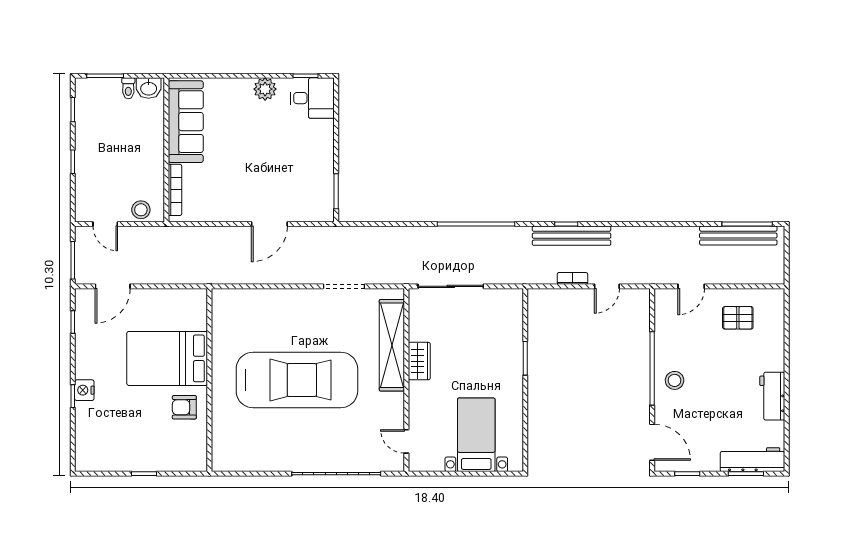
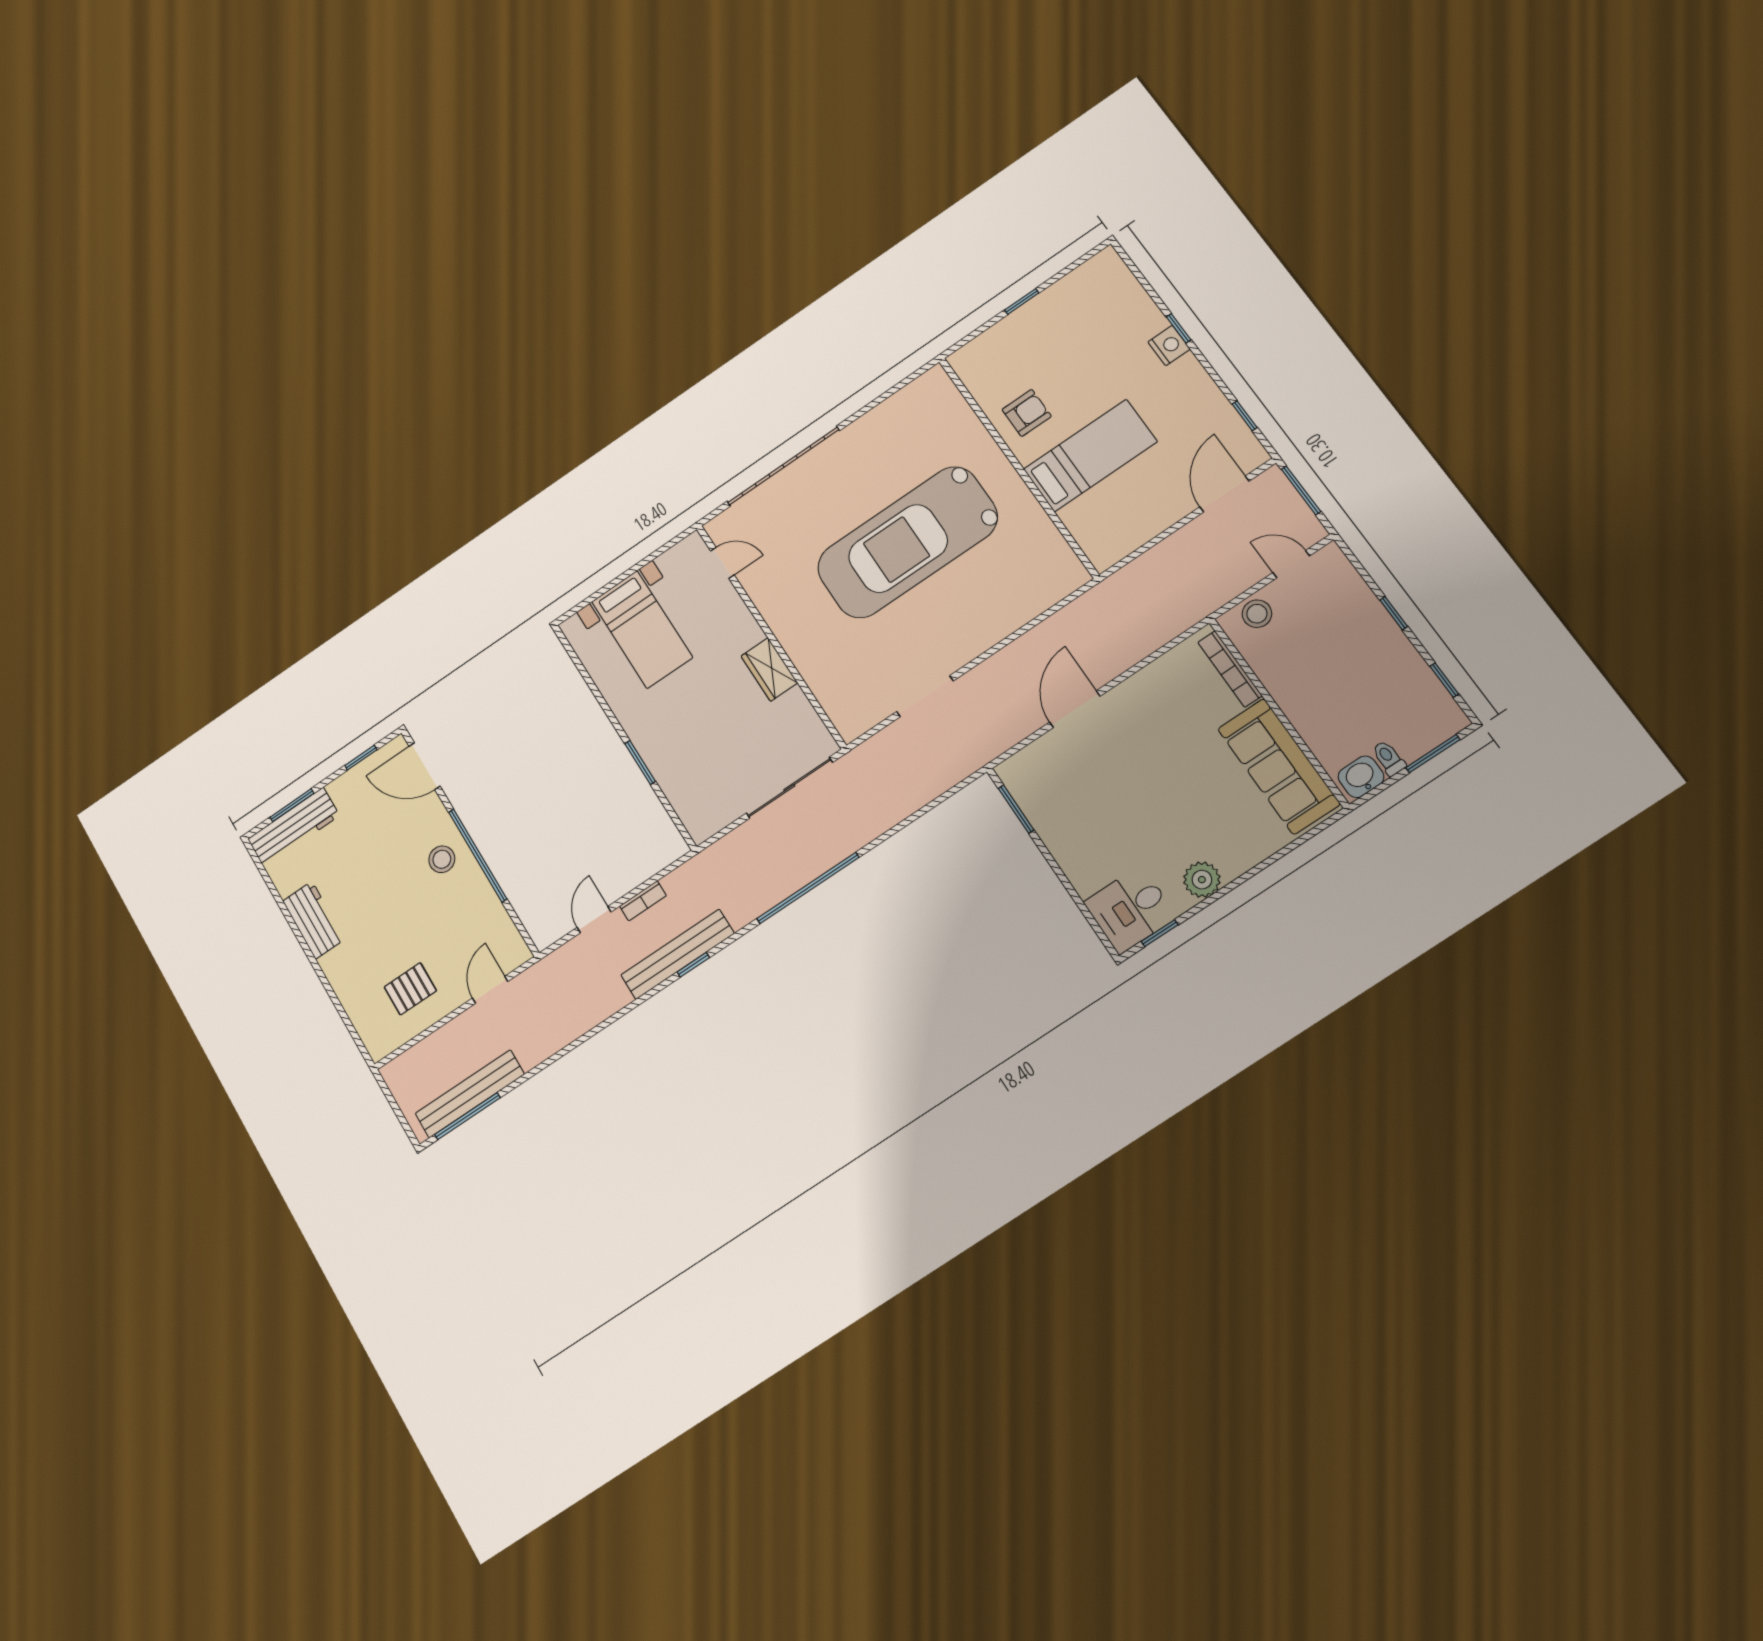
shelving: (392, 345) -> (816, 665), removed
bed: (167, 358) -> (1090, 456), width x0.67

